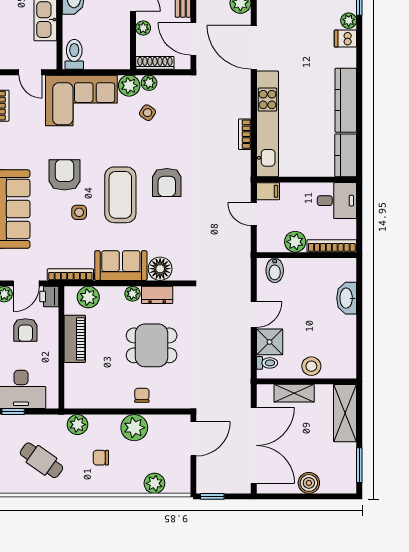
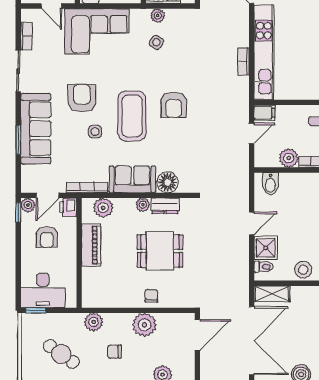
plant: (129, 86) -> (140, 18), removed
door: (254, 214) -> (252, 133), swing flipped
shelving: (294, 393) -> (272, 294), moved

